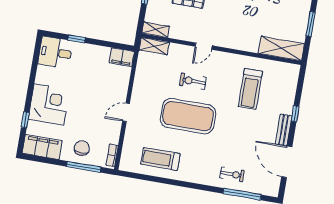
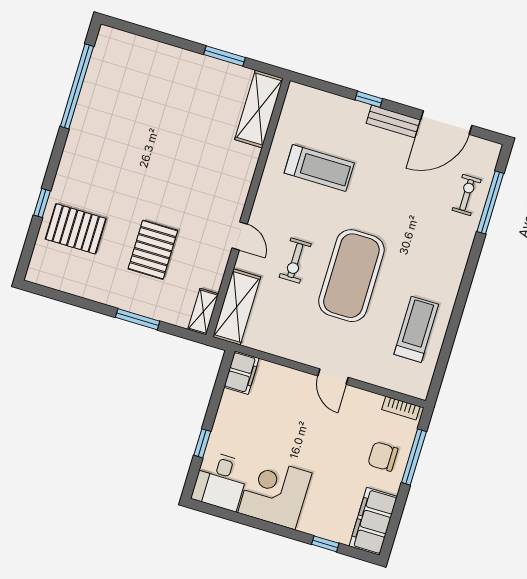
shelving: (154, 46) -> (237, 307), width x1.50, depth x1.33
corner desk: (49, 105) -> (275, 493), moved
treadmill: (160, 159) -> (416, 329), turned 180
exercise bike: (232, 174) -> (467, 195), moved

